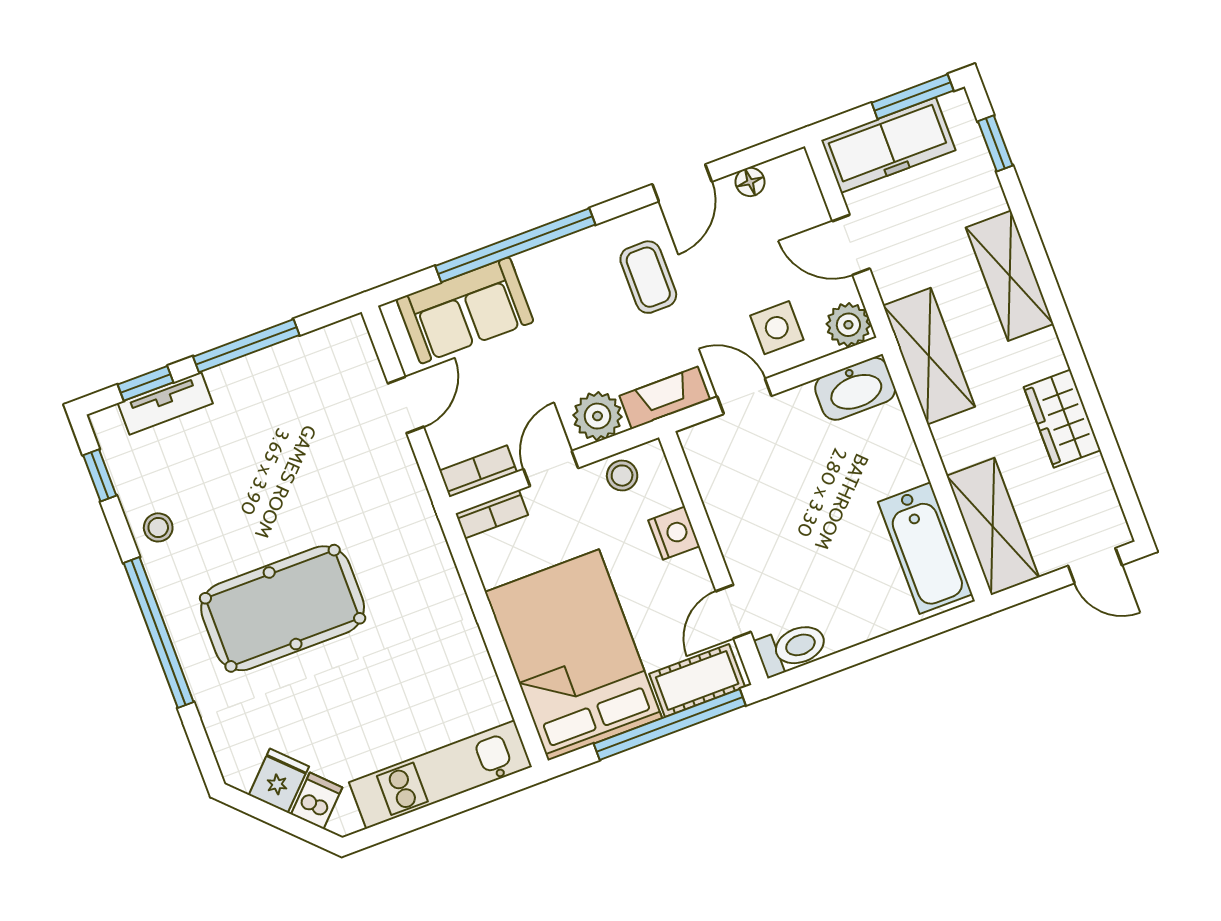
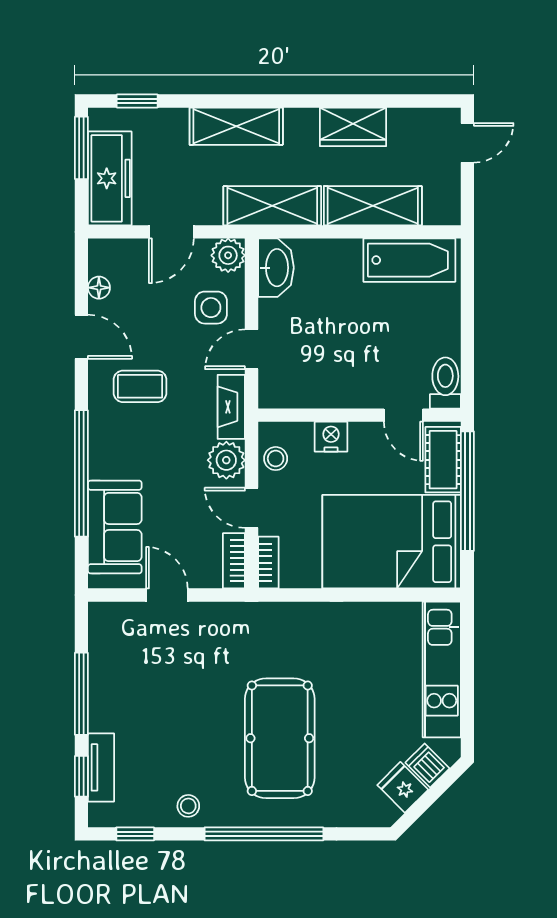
shelving: (993, 526) -> (373, 206), moved

